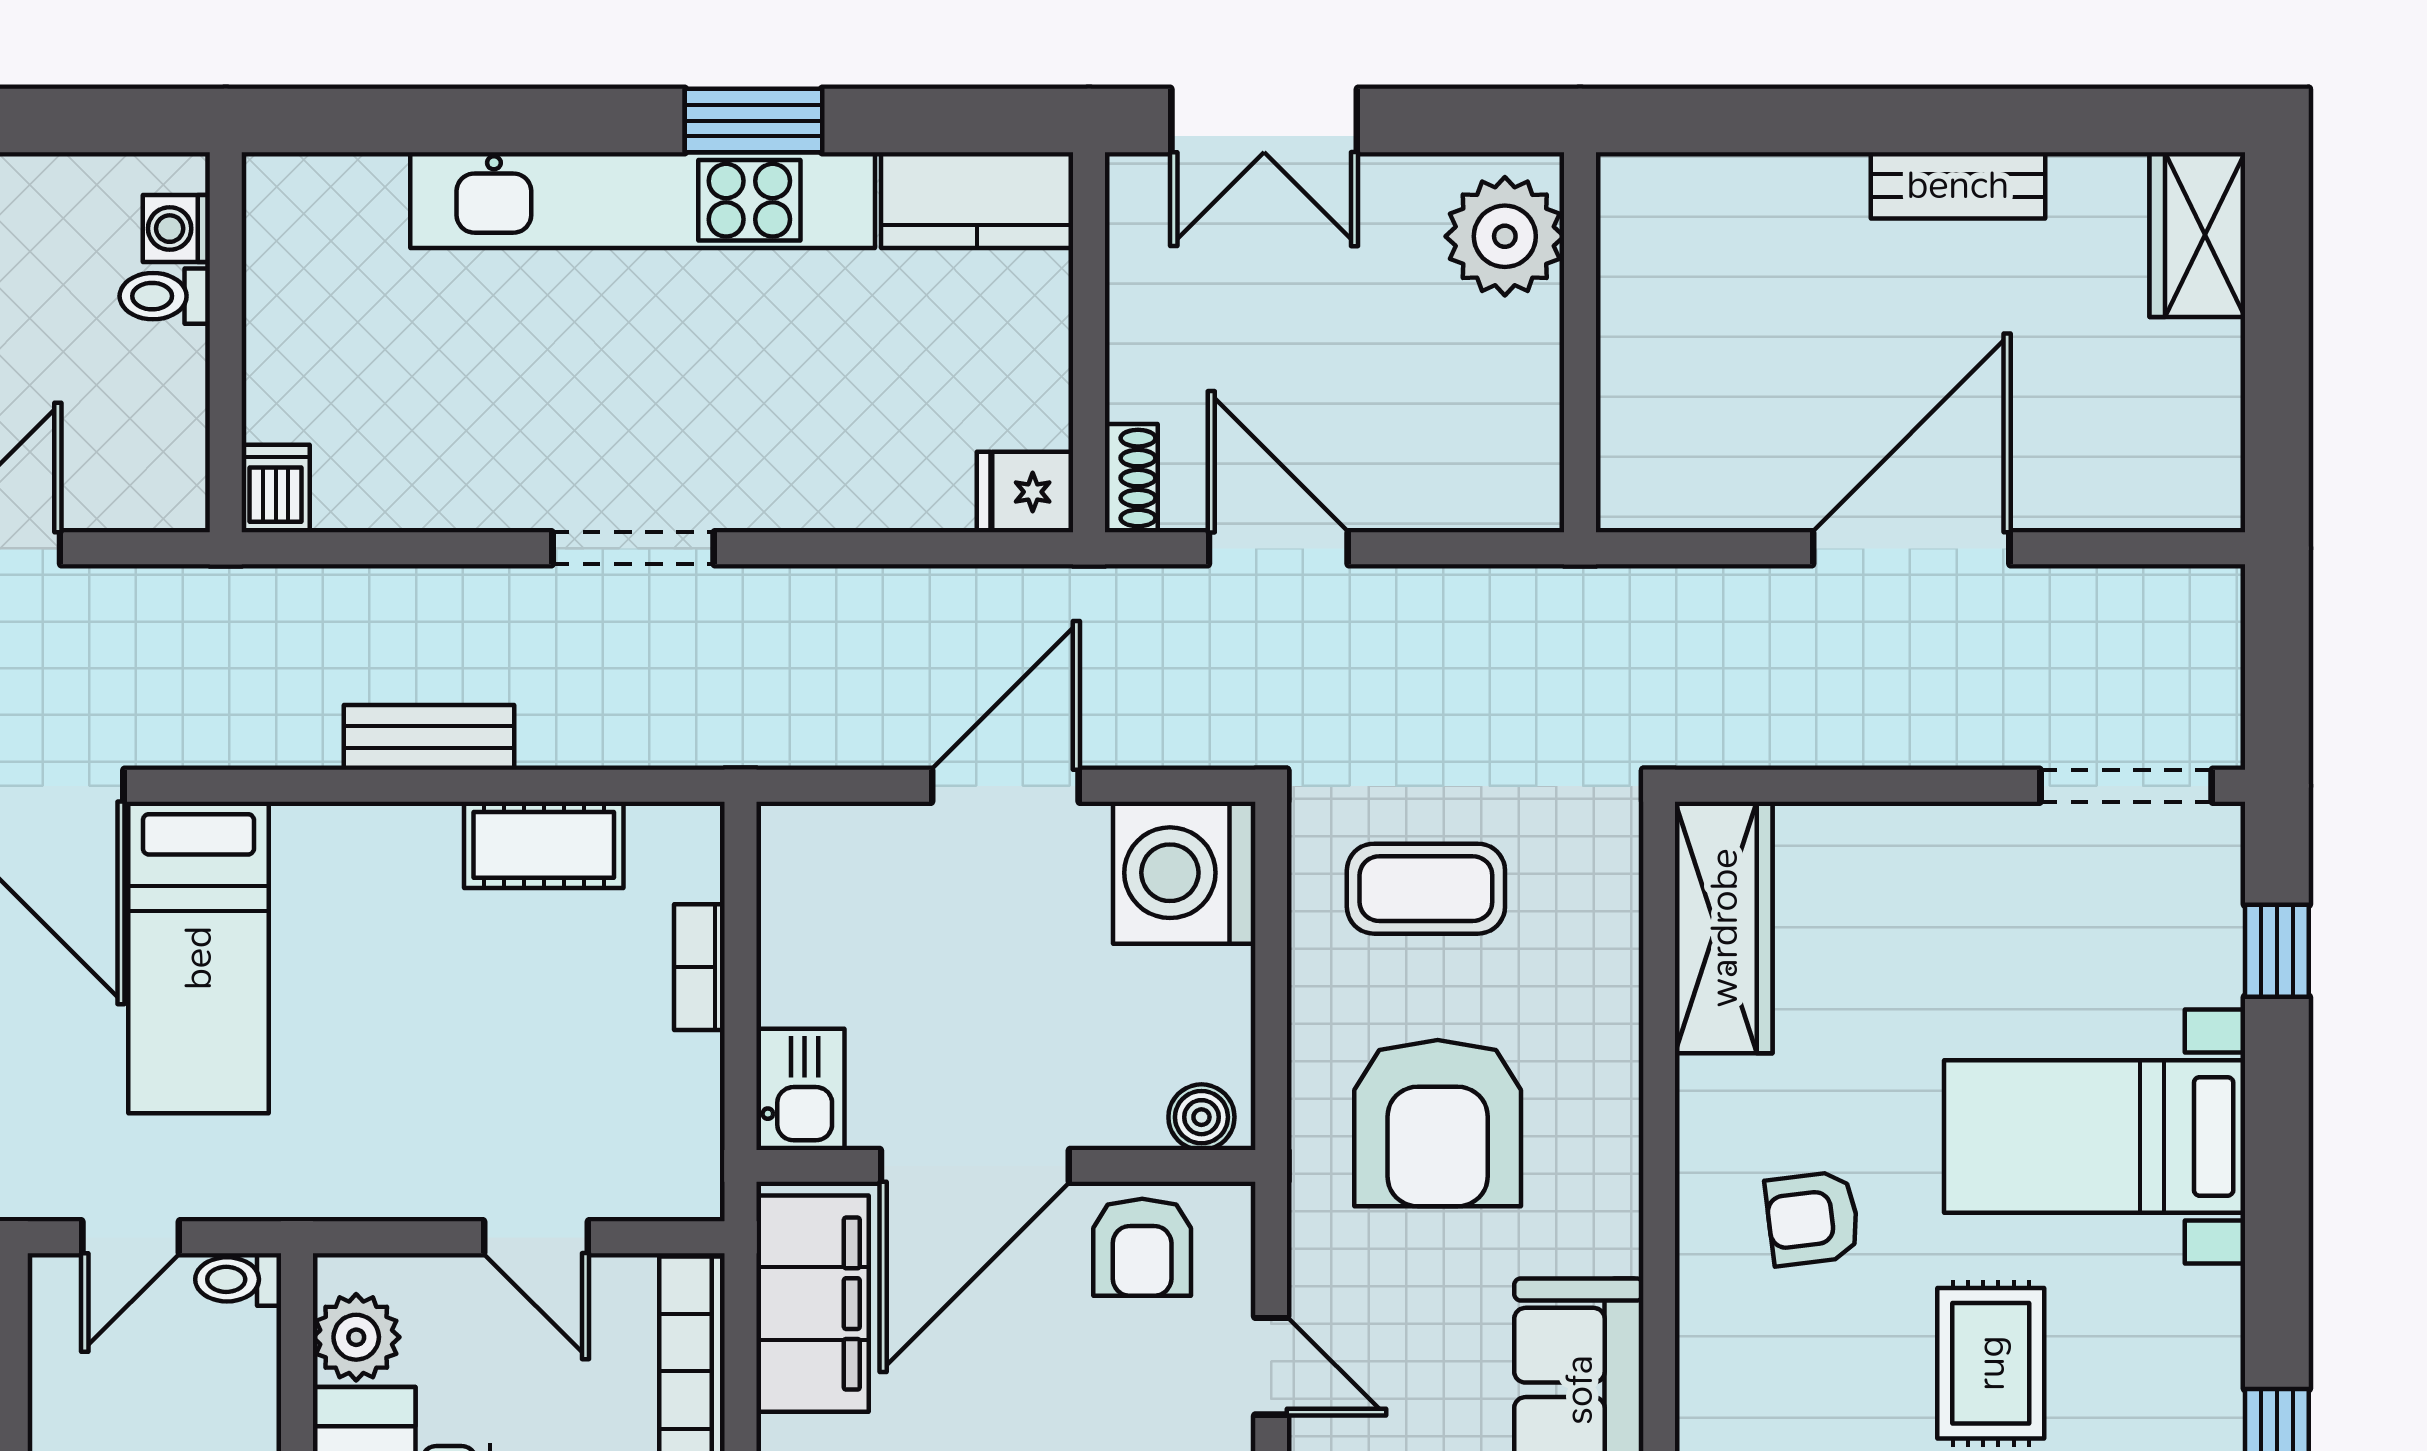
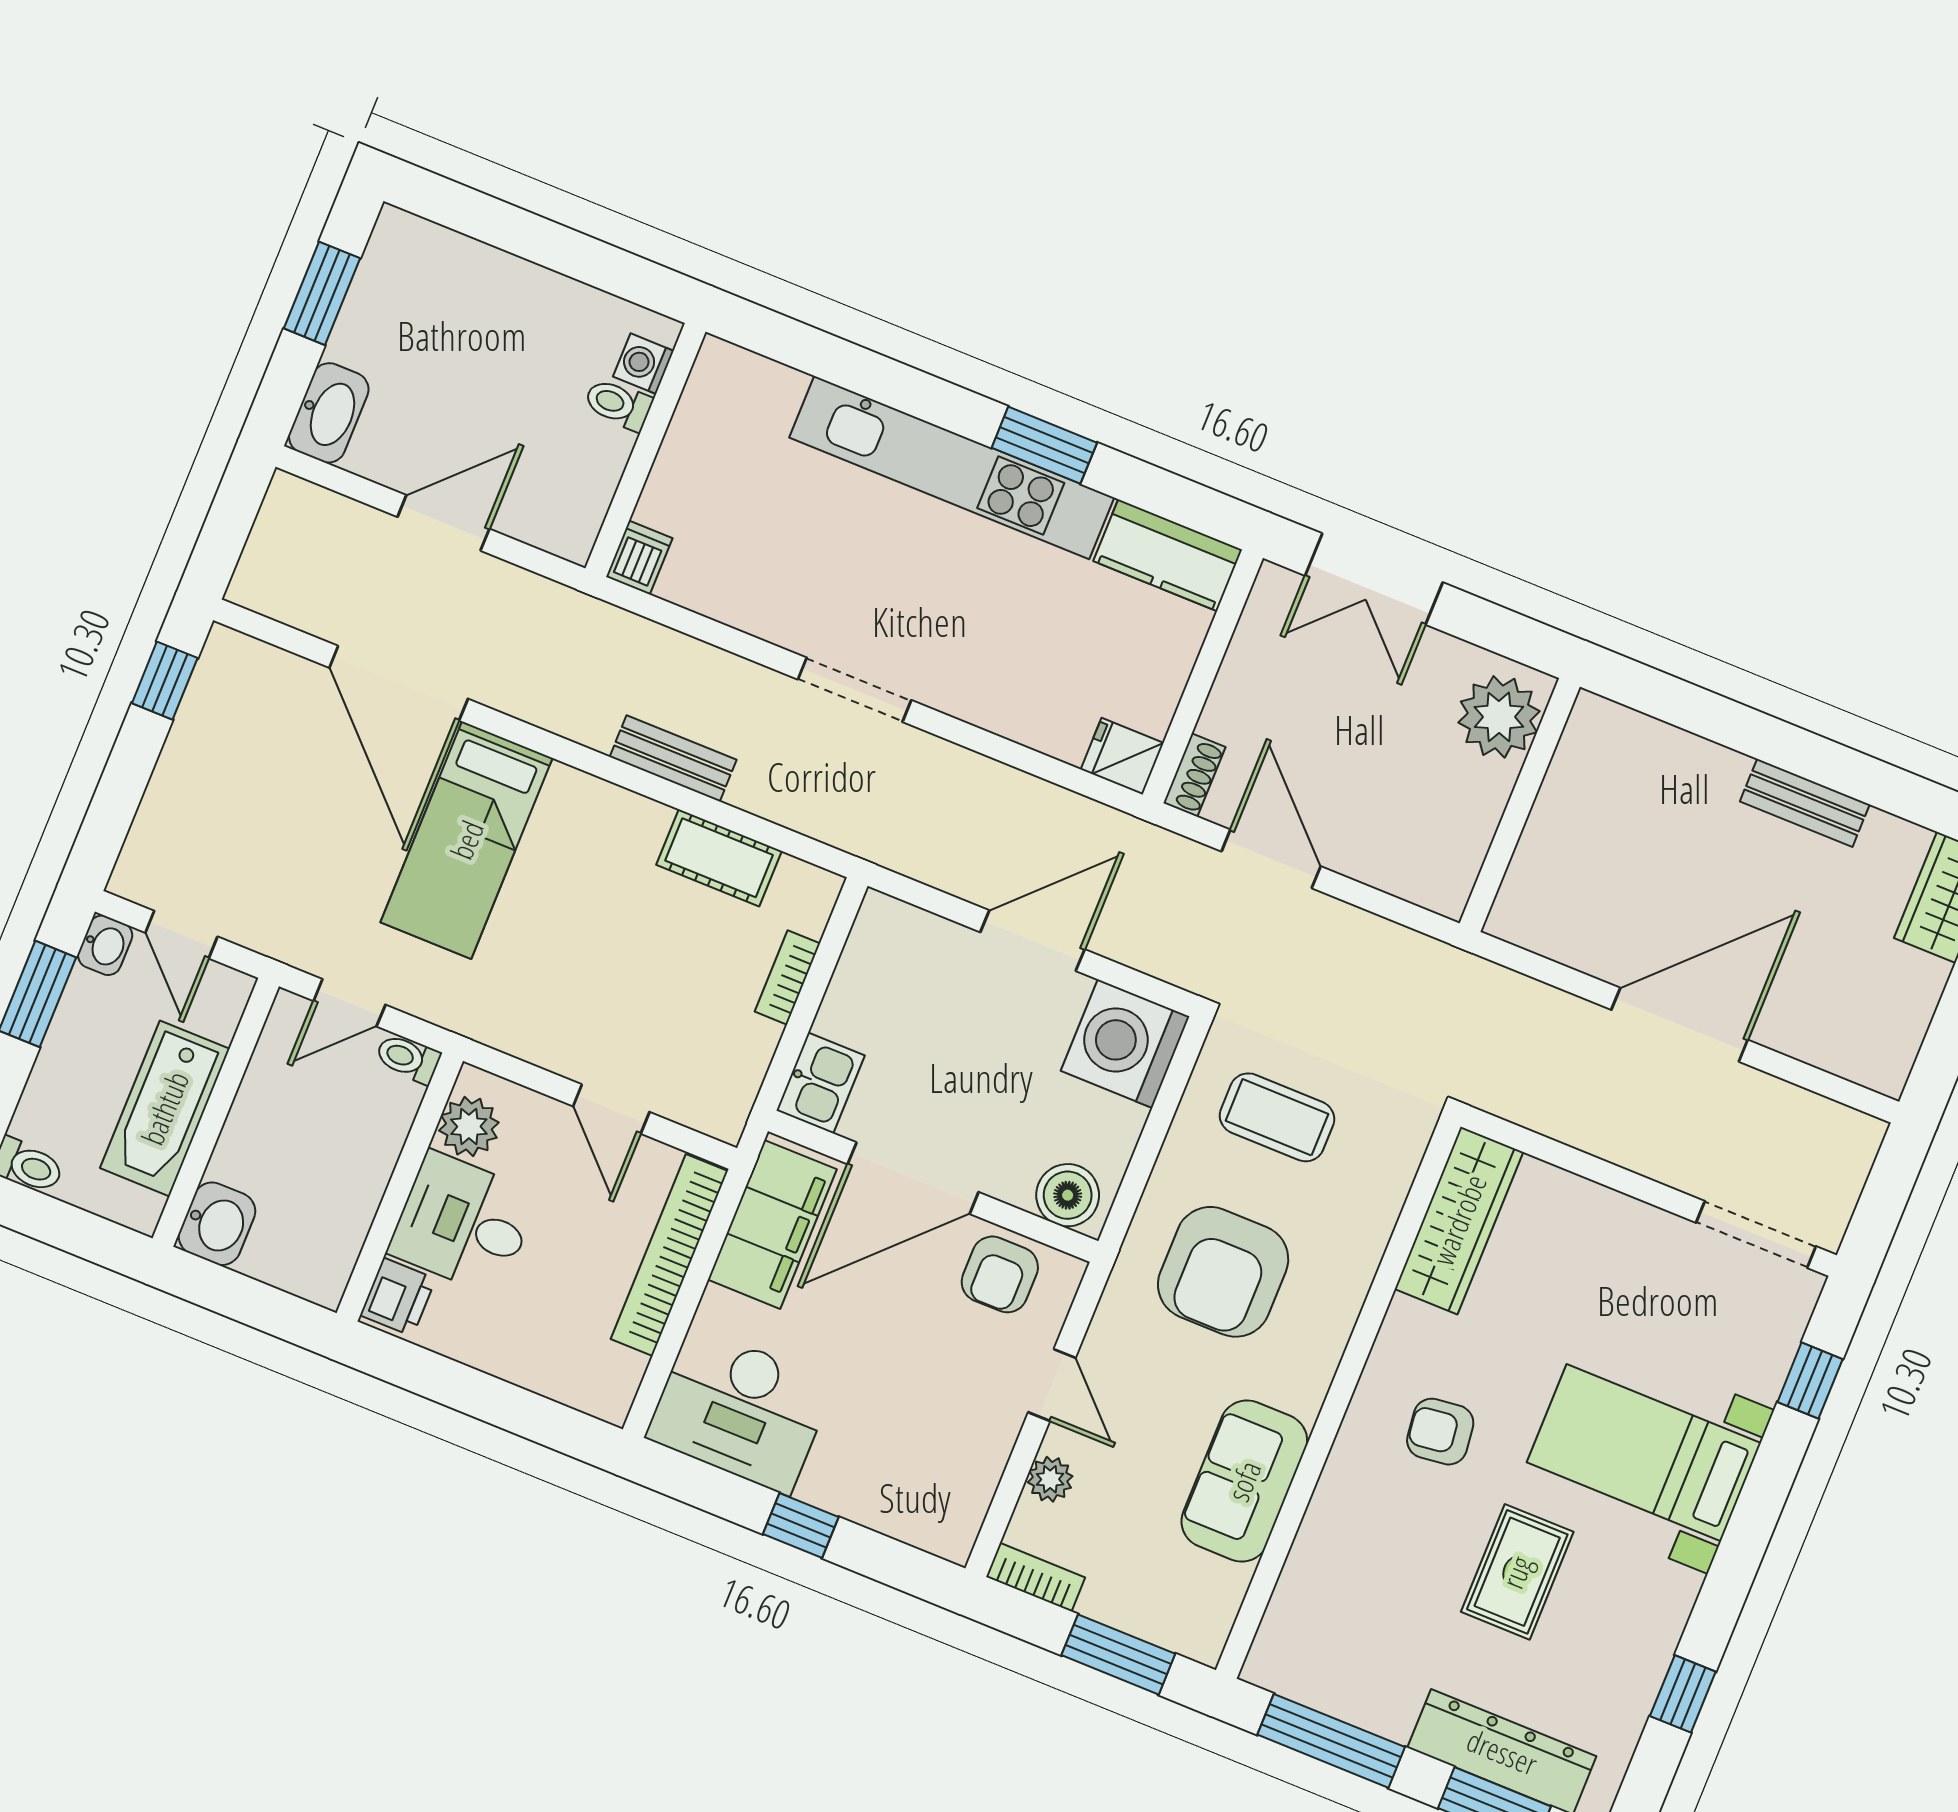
boiler: (1201, 1117) -> (1068, 1195), width x1.36, depth x1.36

